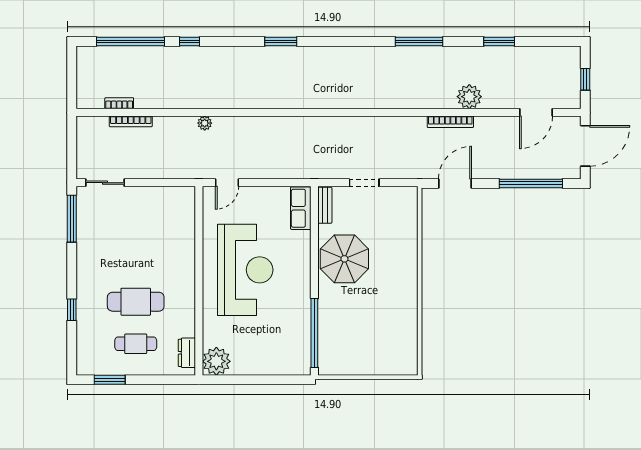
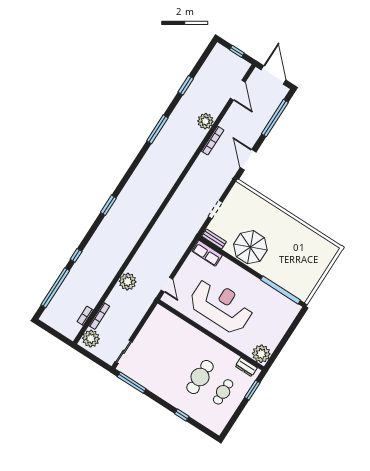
plant: (205, 123) -> (128, 282), width x1.88, depth x1.88
plant: (95, 129) -> (91, 339), added
window: (110, 380) -> (252, 390), moved

